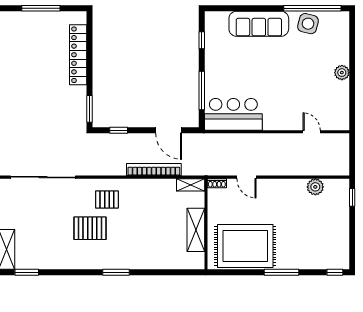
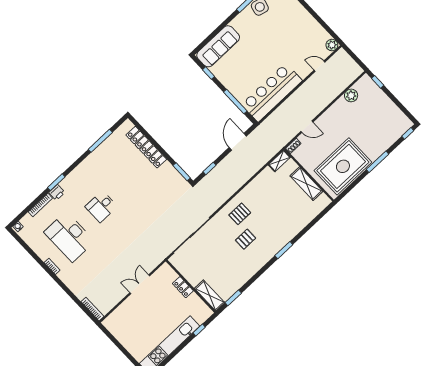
sofa: (259, 24) -> (218, 46), moved
plant: (342, 73) -> (332, 45), moved
bar counter: (233, 114) -> (272, 92), width x1.36
door: (169, 130) -> (238, 142), swing flipped
bookcase: (154, 170) -> (250, 172), removed
pallet: (90, 228) -> (246, 239), width x0.67, depth x0.71

